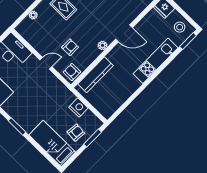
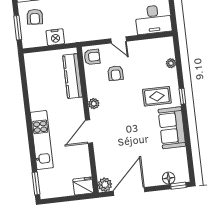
stool: (180, 27) -> (55, 186), removed
door: (46, 63) -> (119, 40), hinge flipped

